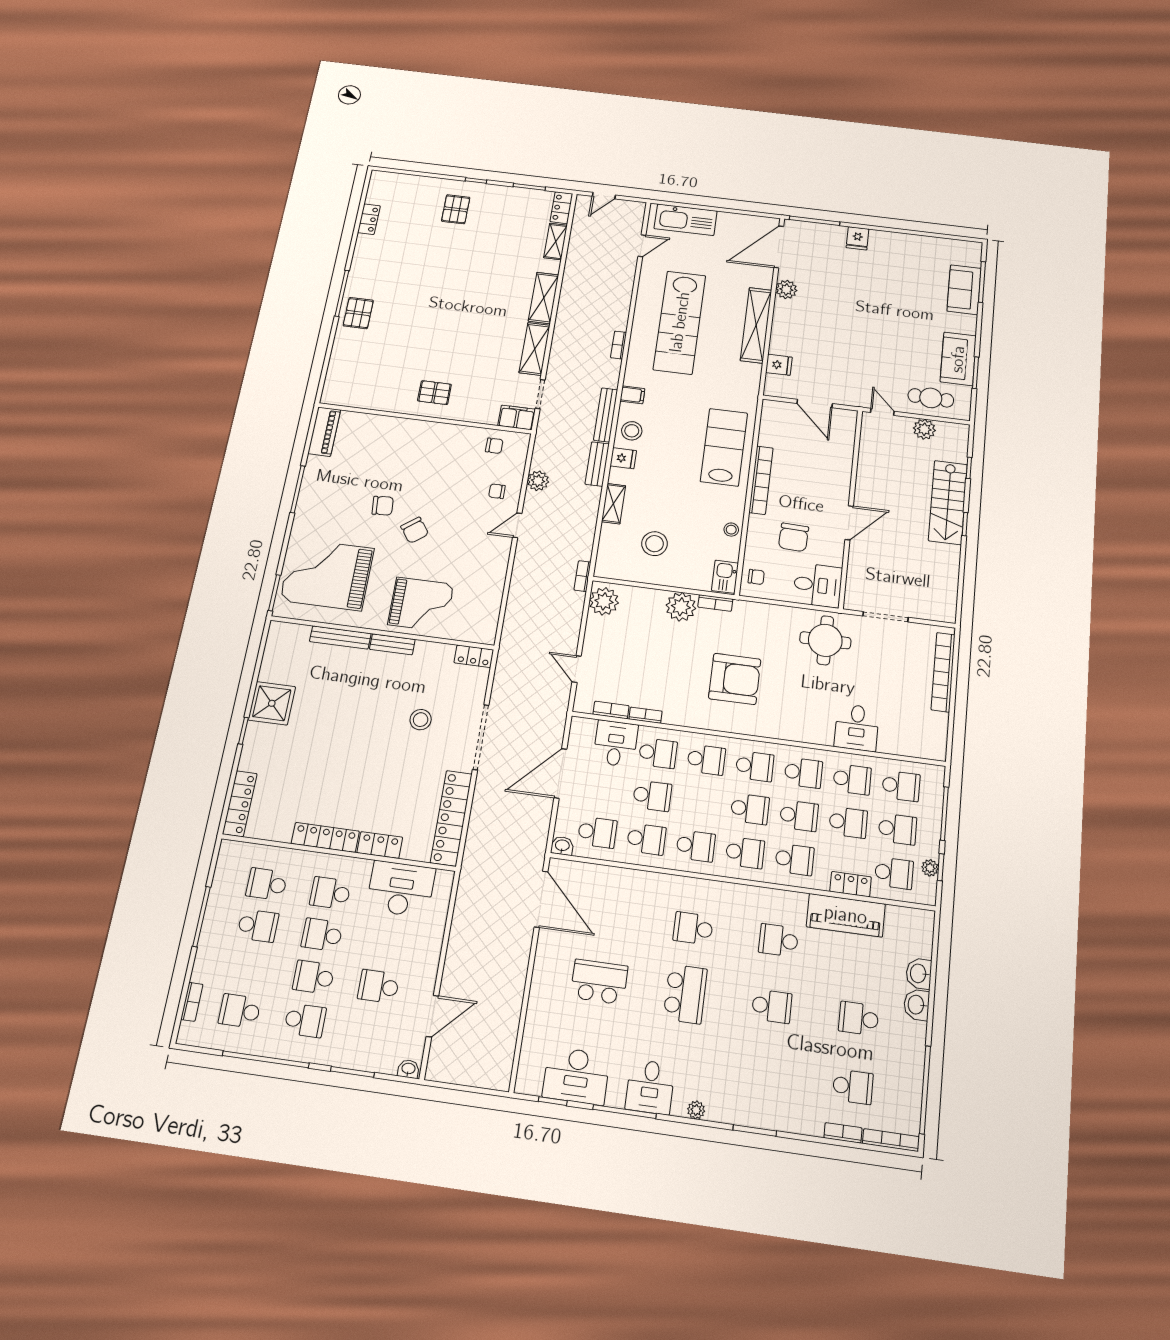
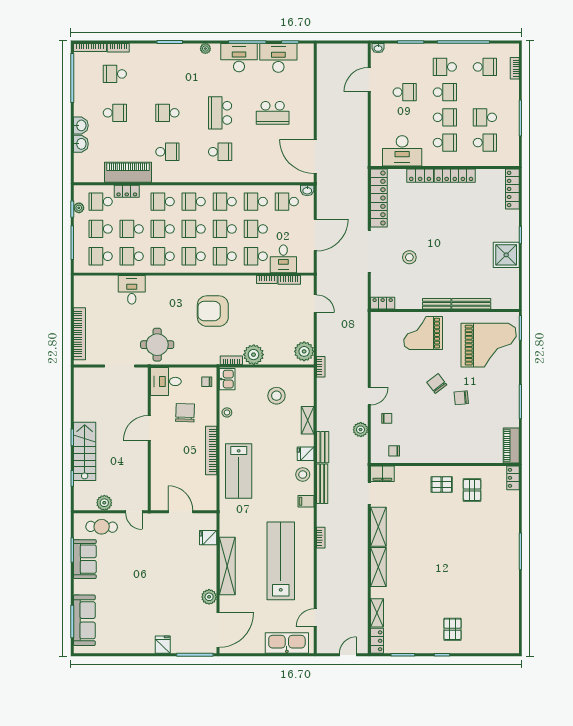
locker: (369, 219) -> (513, 478), moved
sofa: (964, 290) -> (84, 620), width x1.36
pallet: (358, 313) -> (472, 490), moved
school desk: (701, 802) -> (225, 229), added
desk: (650, 1087) -> (239, 58), width x1.37

